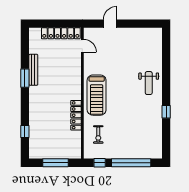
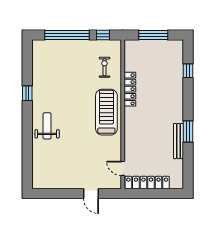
door: (110, 24) -> (91, 194), hinge flipped

